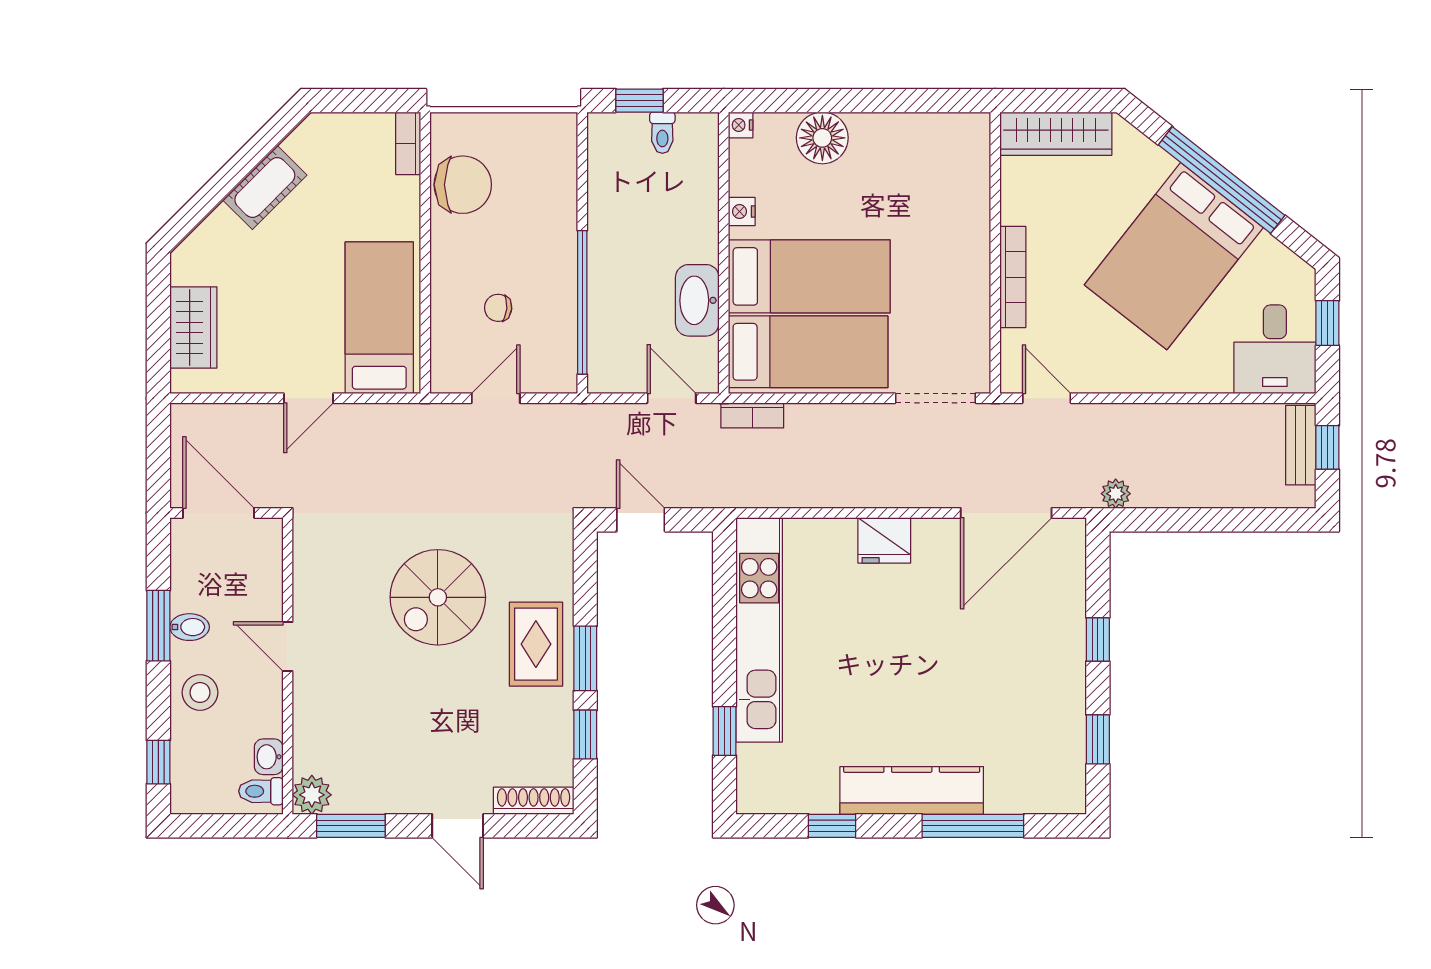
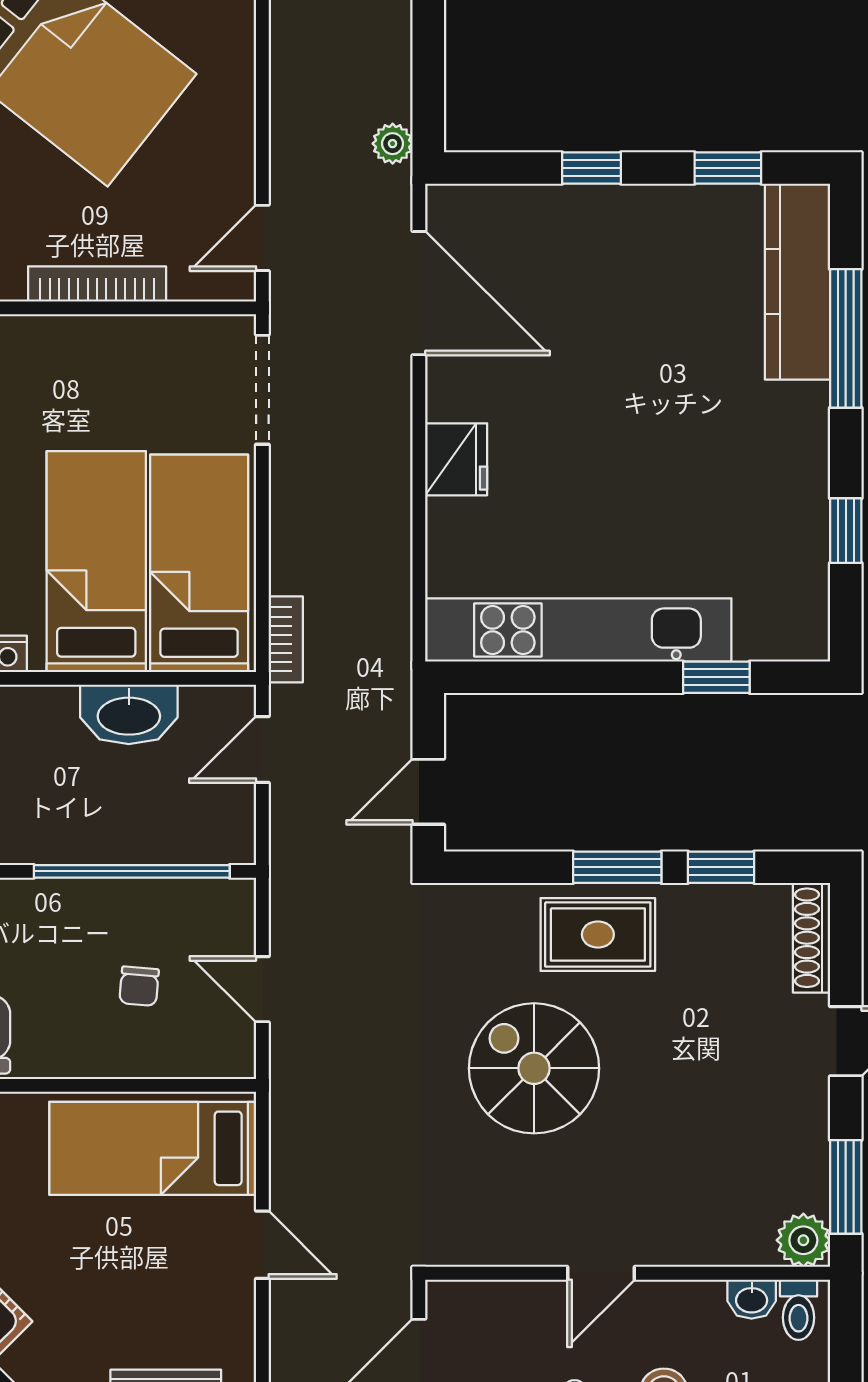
spiral stairs: (438, 597) -> (534, 1068), turned 180
kitchen counter: (912, 790) -> (797, 282), moved

